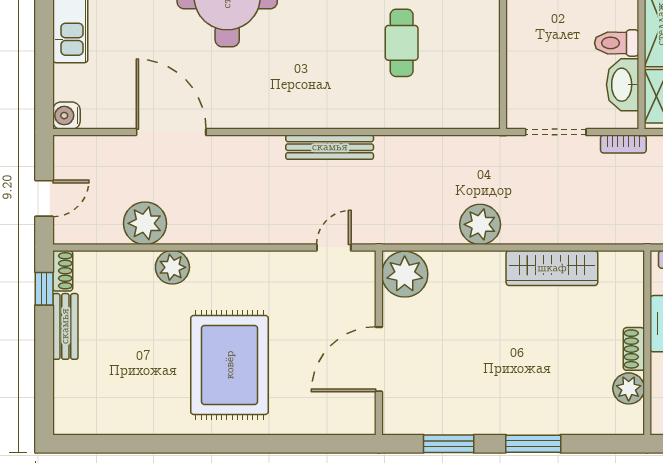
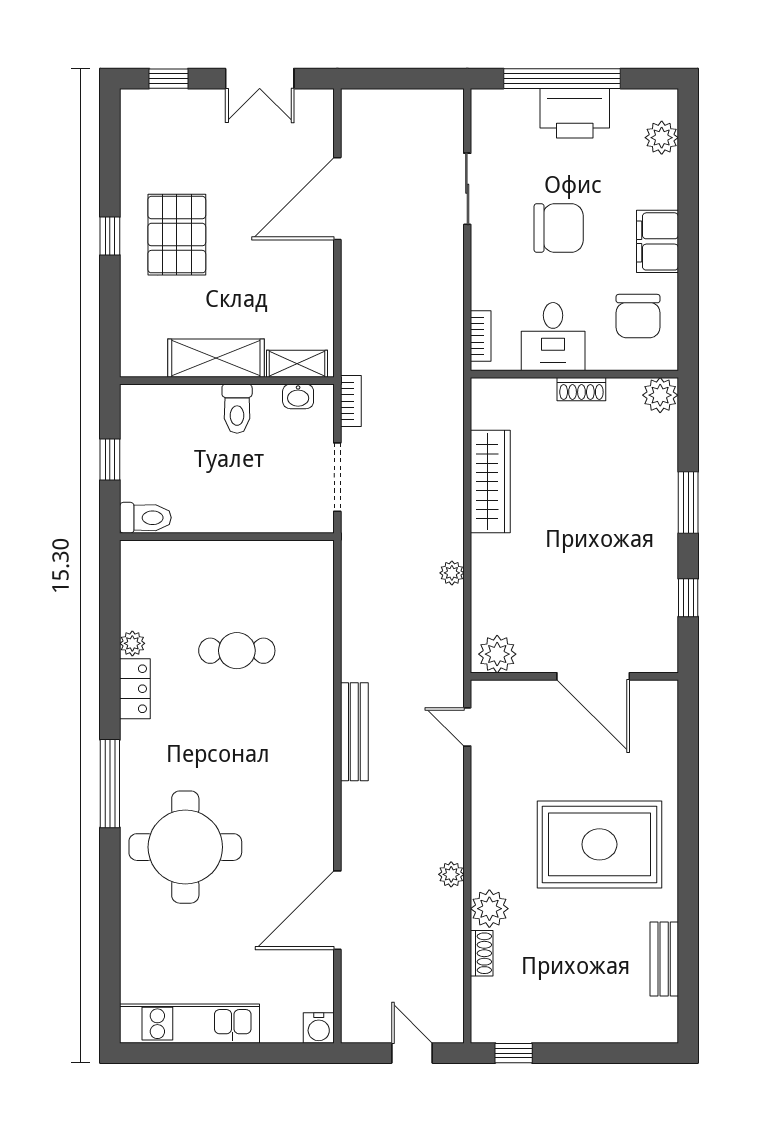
washbasin: (623, 85) -> (298, 396), width x0.52, depth x0.69
plant: (145, 223) -> (451, 874), moved, width x0.53, depth x0.53
plant: (480, 224) -> (452, 573), width x0.53, depth x0.53
shoe rack: (63, 271) -> (482, 953), moved, turned 90
plant: (405, 274) -> (497, 654), width x0.73, depth x0.73
bench: (65, 326) -> (664, 959), moved, turned 90
plant: (629, 388) -> (660, 395), moved
window: (449, 444) -> (688, 598), width x0.67

